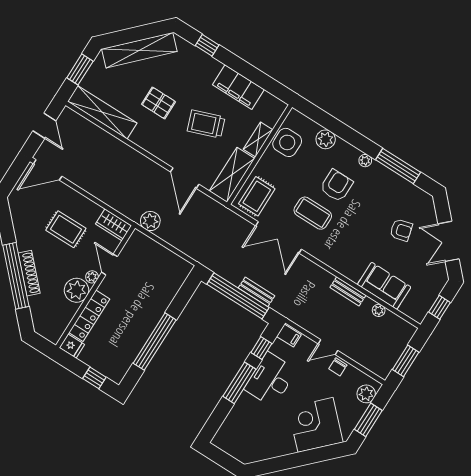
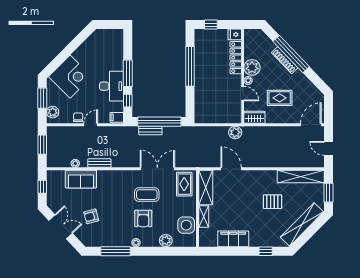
trolley: (206, 124) -> (238, 207), removed

